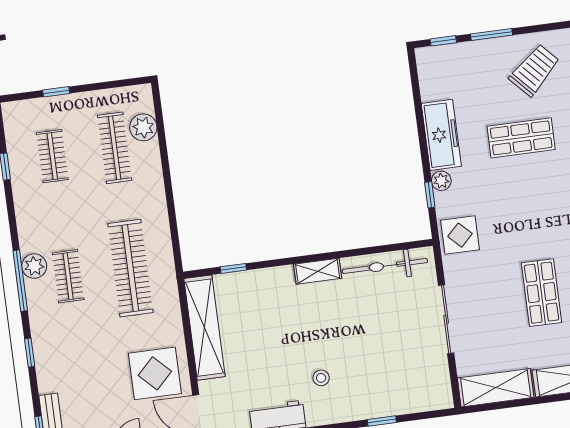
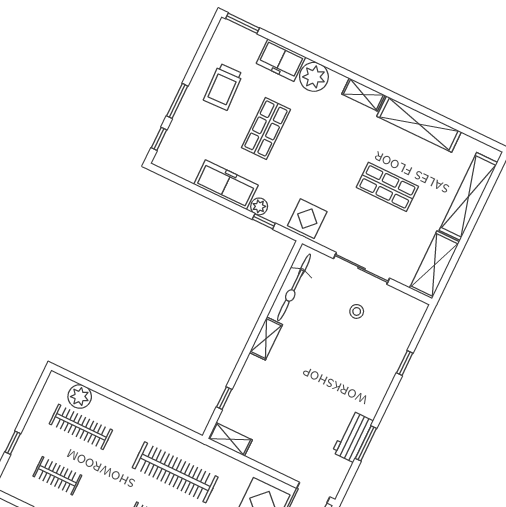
trolley: (534, 70) -> (223, 87), turned -139
shelving: (204, 328) -> (230, 439), width x0.45, depth x0.75
stool: (321, 378) -> (357, 311), moved

